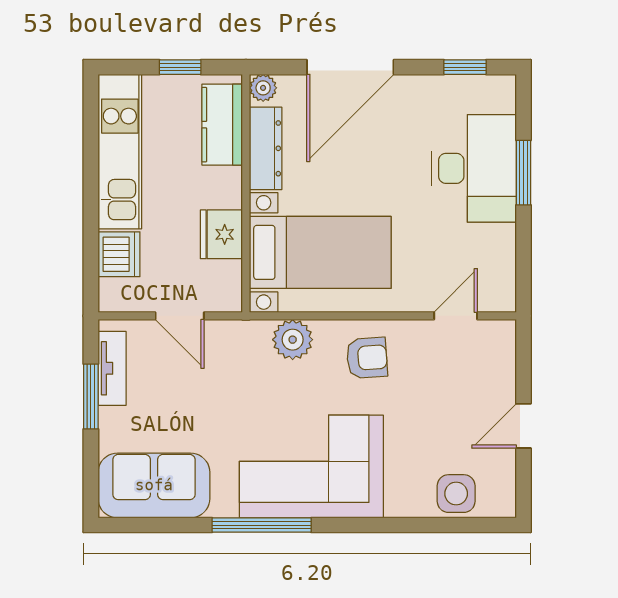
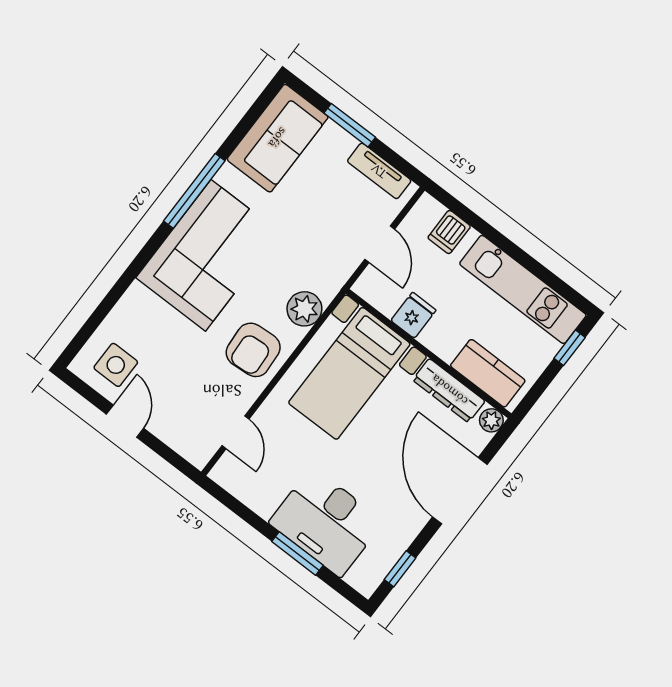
window: (180, 67) -> (570, 348), moved
fridge: (221, 234) -> (413, 315), width x0.72
dishwasher: (119, 254) -> (449, 232), width x0.73
door: (180, 316) -> (380, 244), swing flipped
armchair: (367, 358) -> (253, 350), width x1.38, depth x1.38
window: (91, 396) -> (350, 125), moved
side table: (456, 494) -> (116, 365), moved

